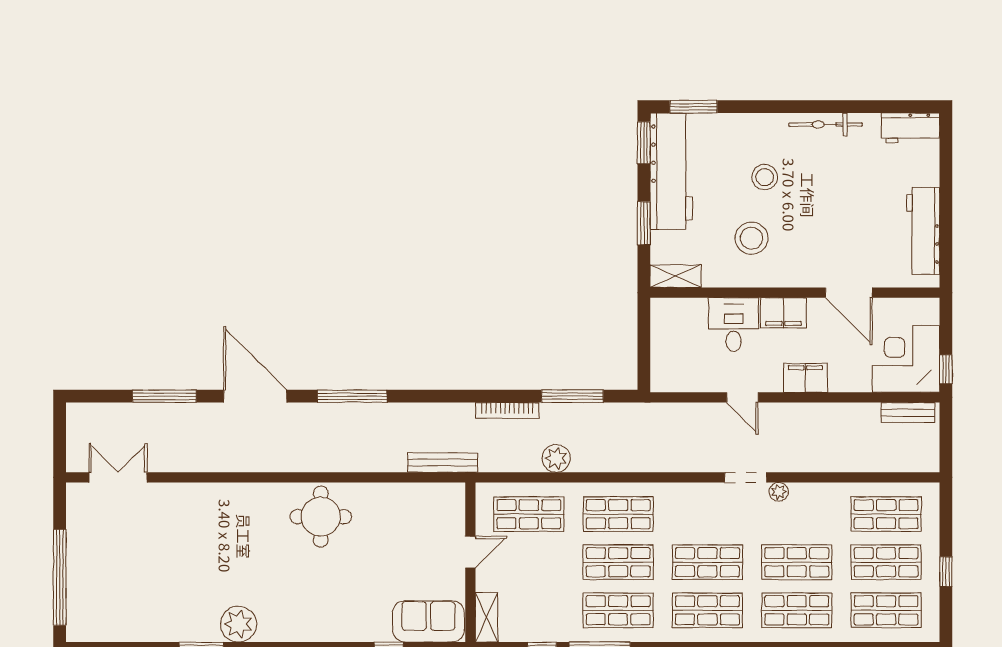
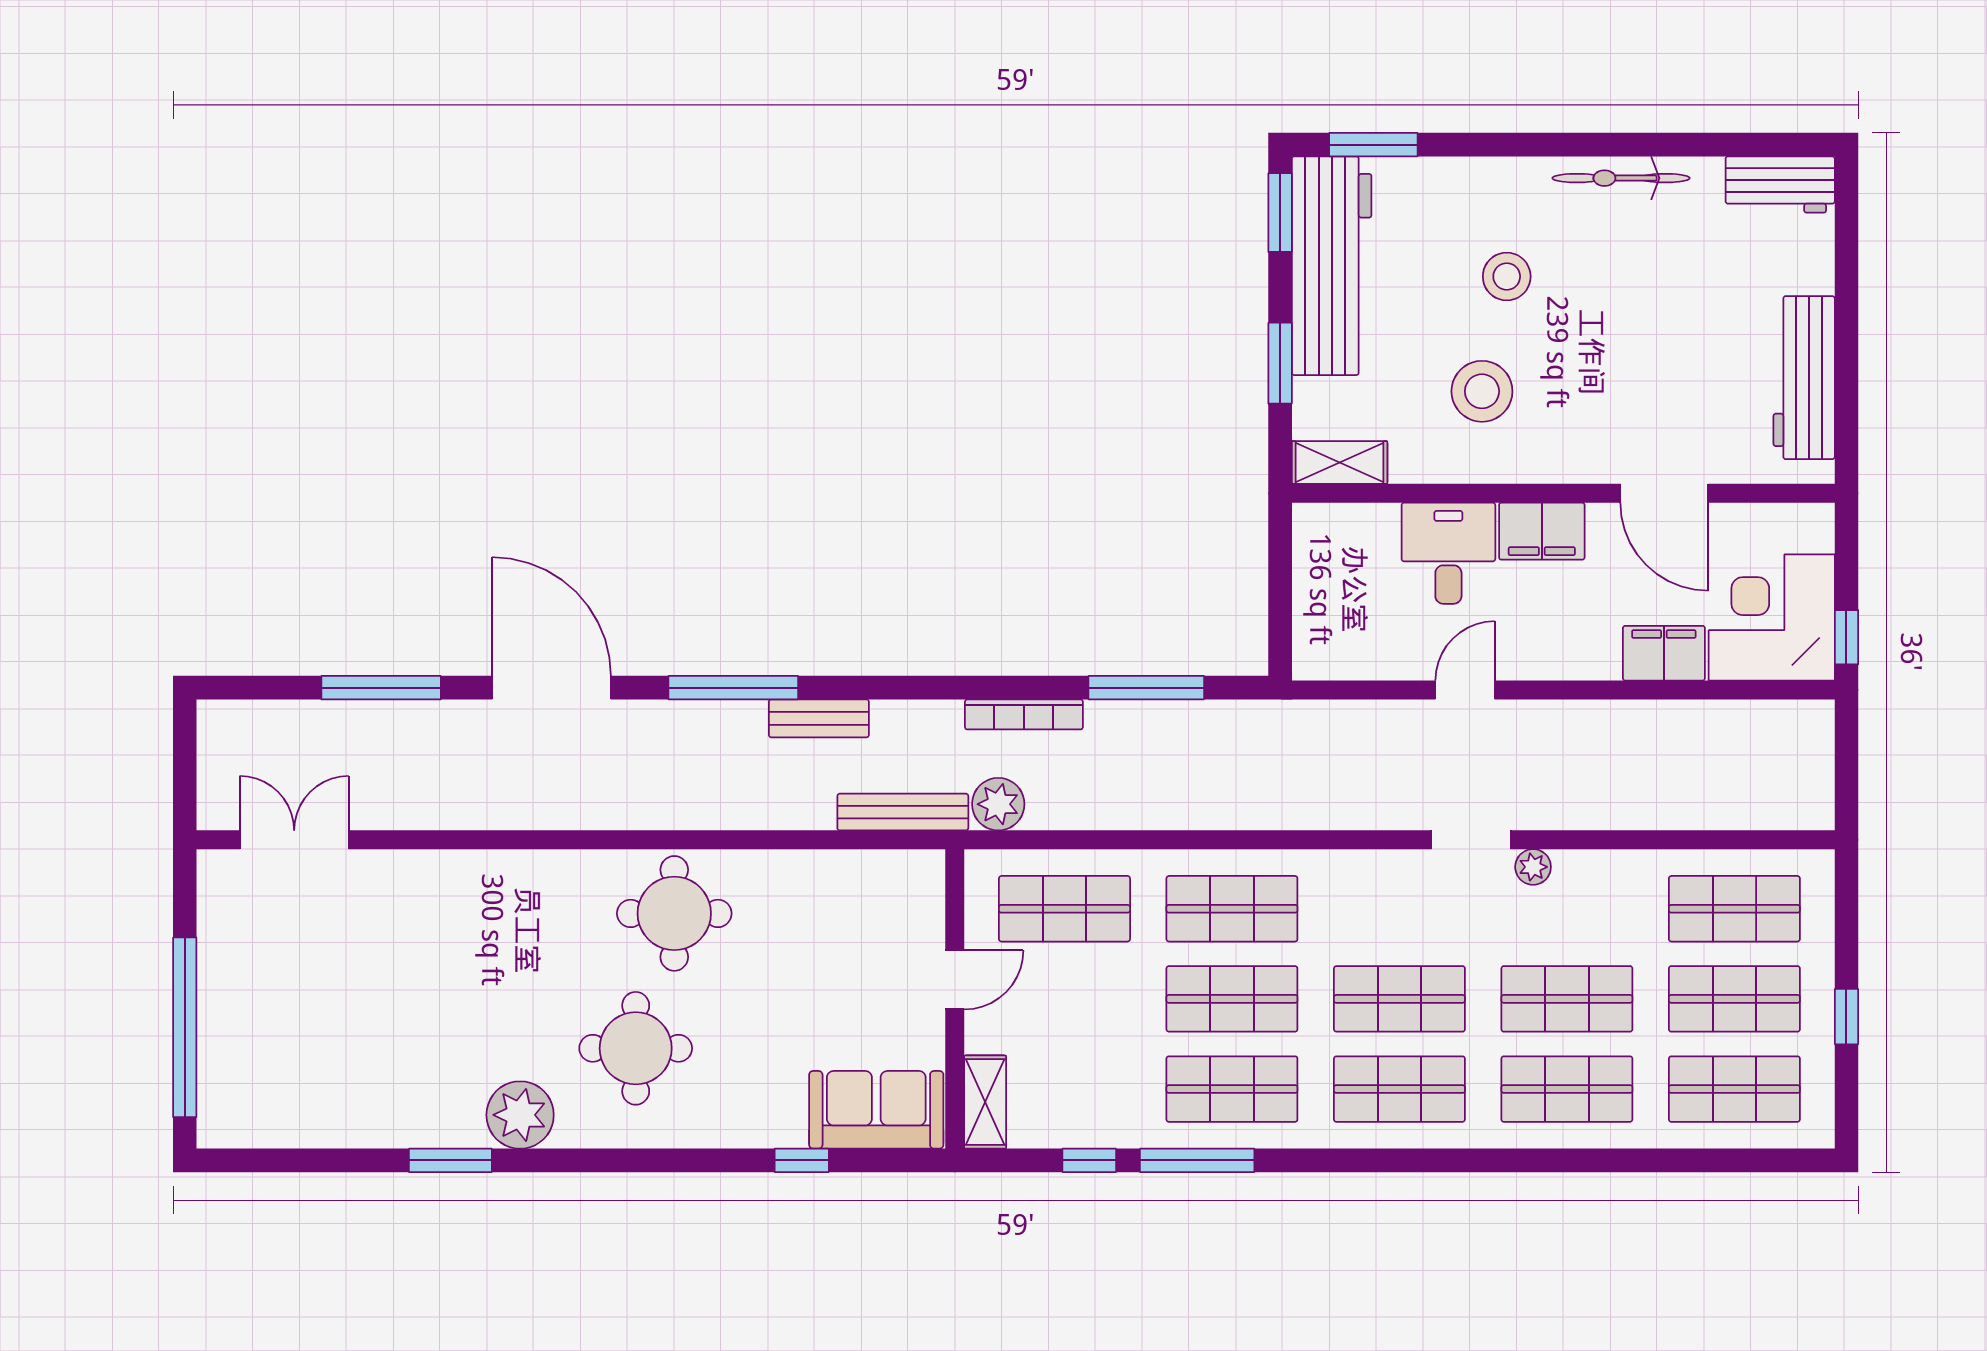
filing cabinet: (805, 378) -> (1664, 653), moved
door: (742, 397) -> (1465, 690), swing flipped
bench: (908, 413) -> (819, 718), moved
plant: (556, 458) -> (998, 804), moved
round table: (300, 589) -> (636, 1048), added

